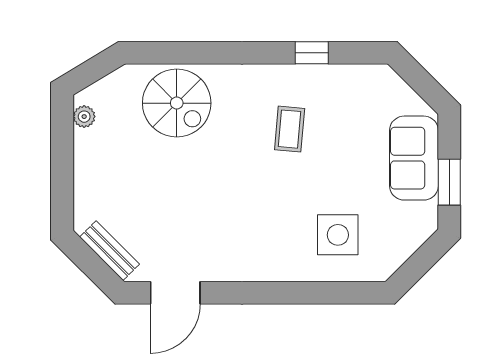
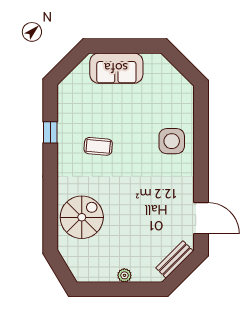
plant: (84, 117) -> (124, 275), moved
window: (449, 182) -> (132, 46), removed
side table: (338, 235) -> (172, 141), moved

